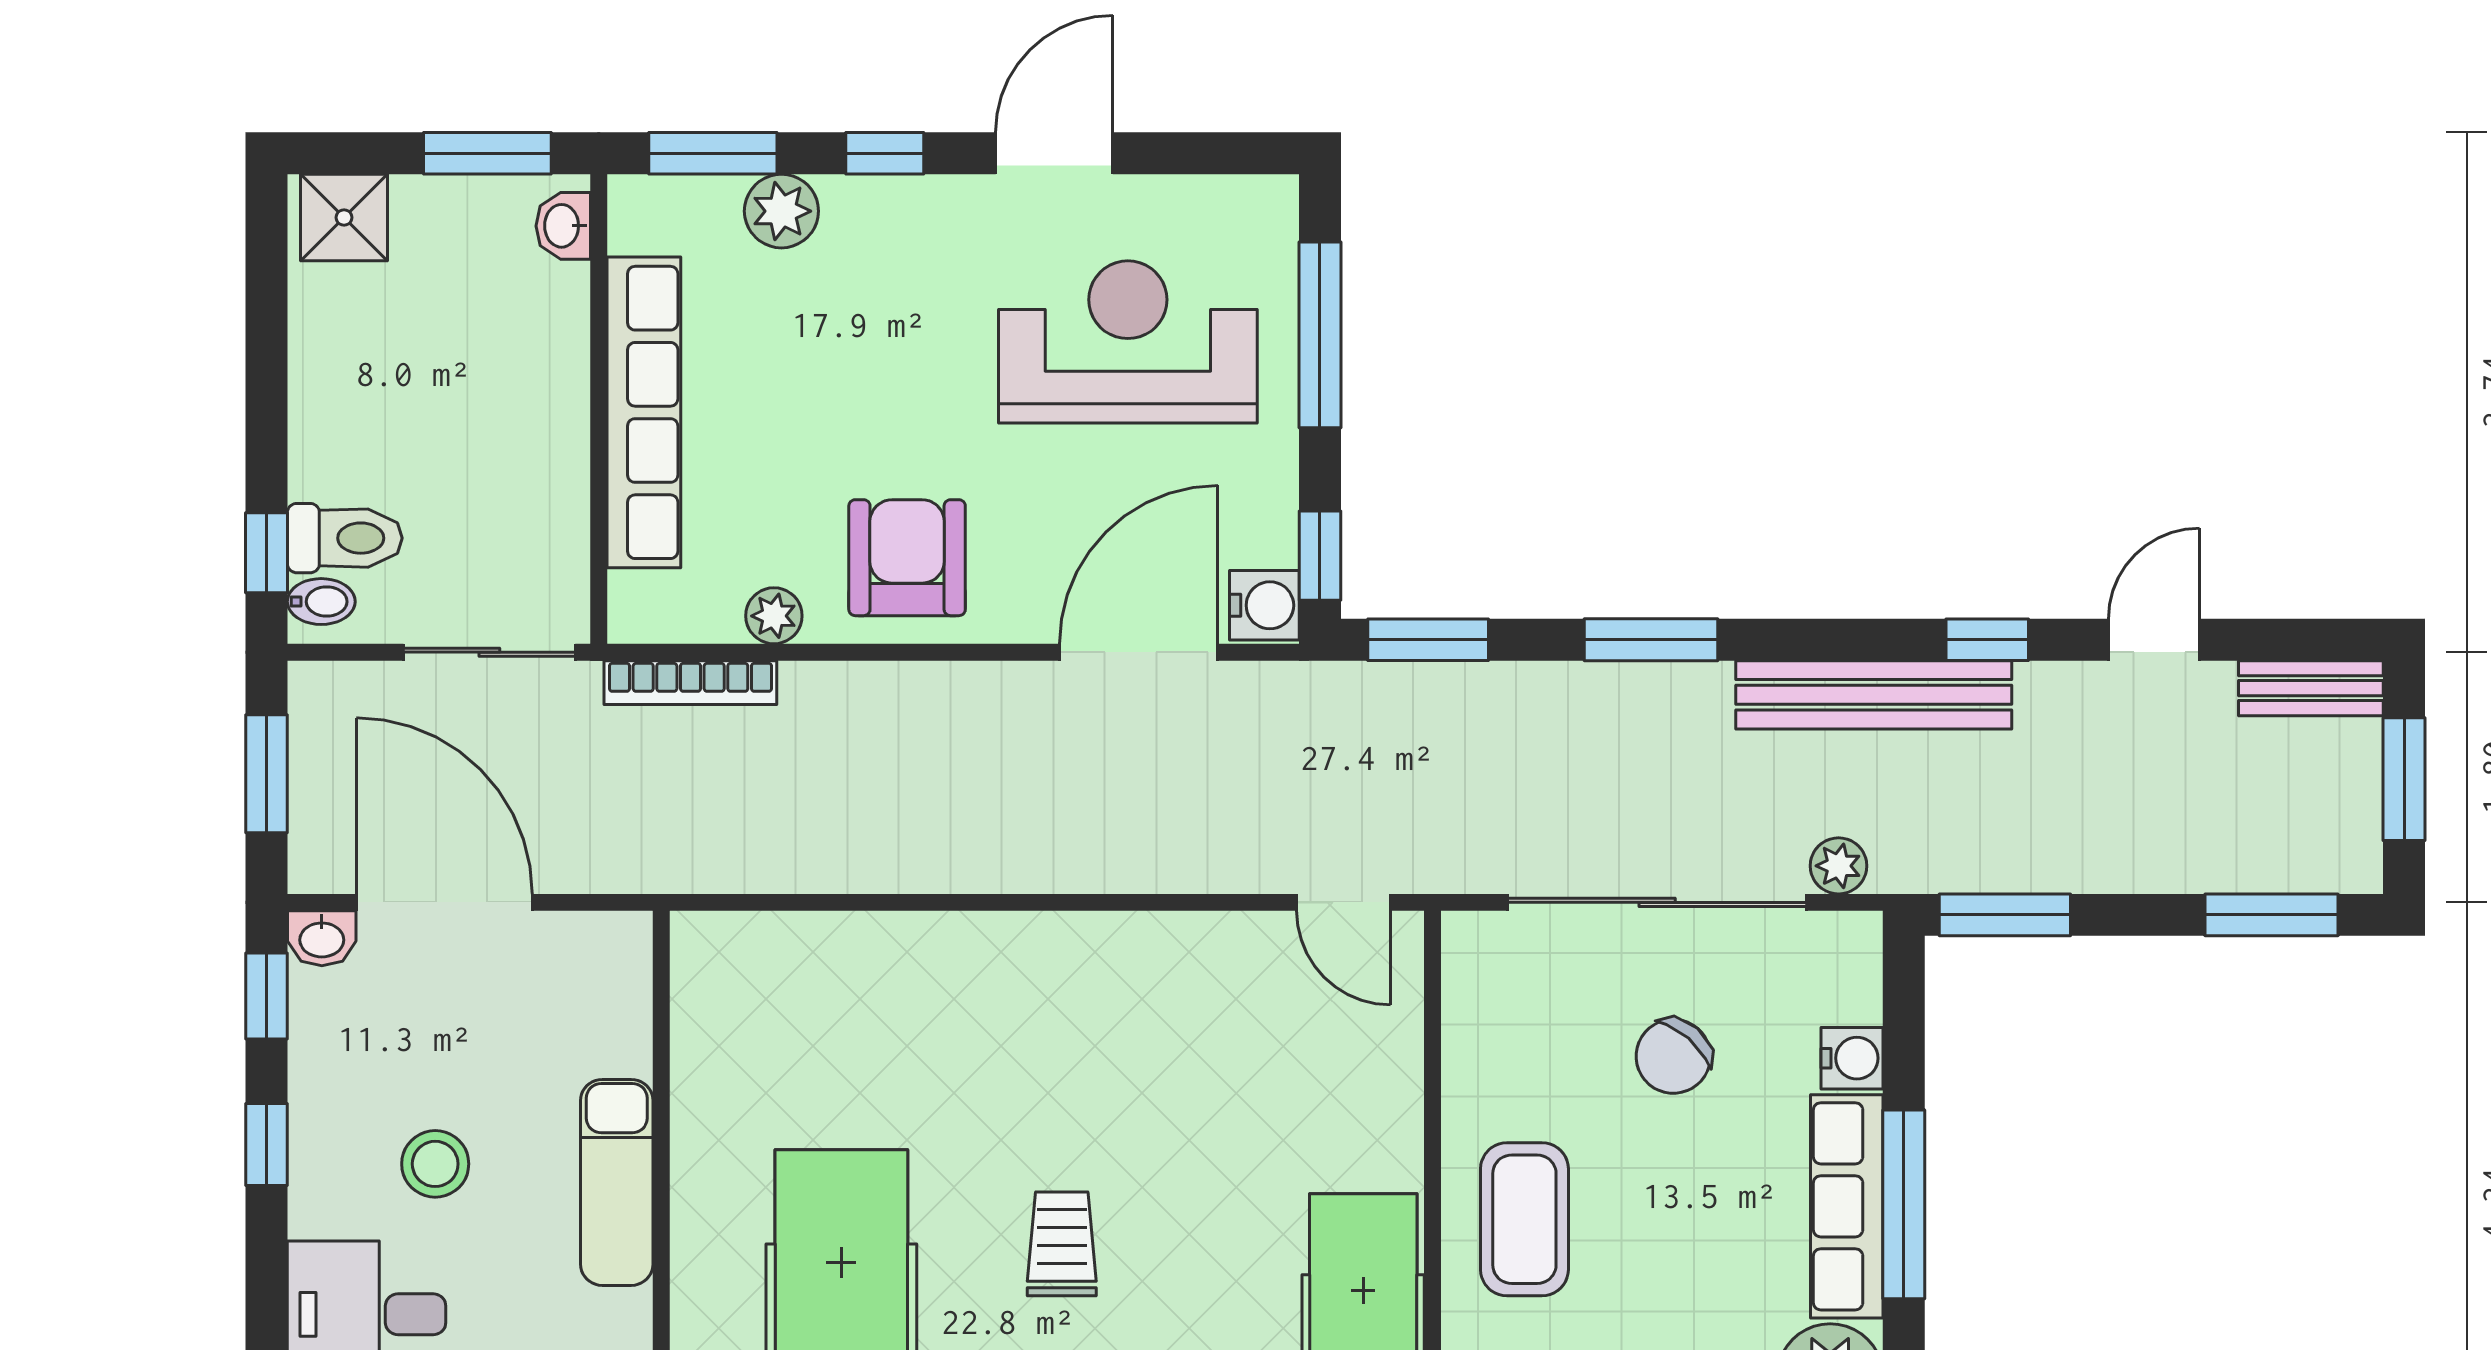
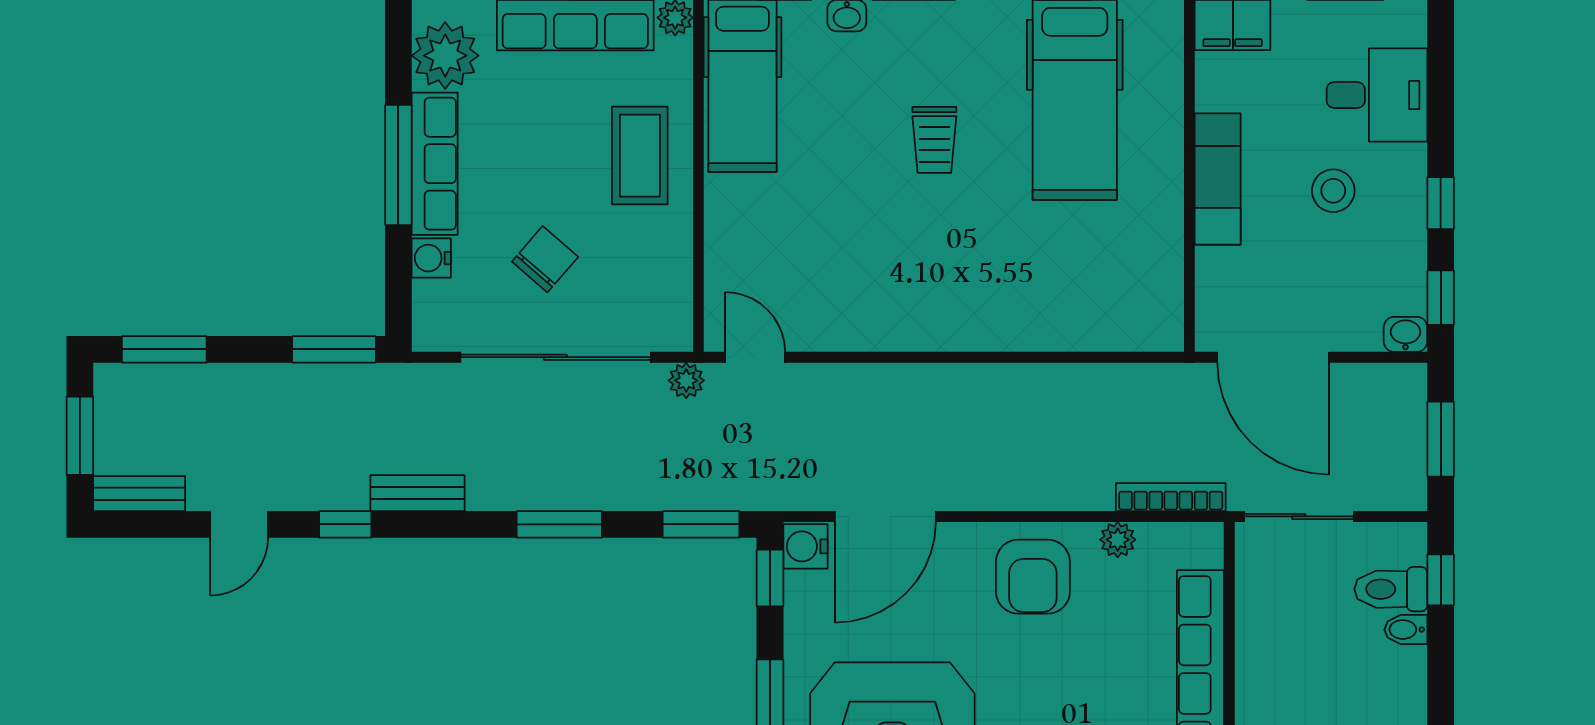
bidet: (321, 602) -> (1406, 630), moved
bench: (1874, 695) -> (417, 493), width x0.54, depth x0.82
plant: (1839, 866) -> (686, 380), moved
door: (444, 902) -> (1273, 357), moved

